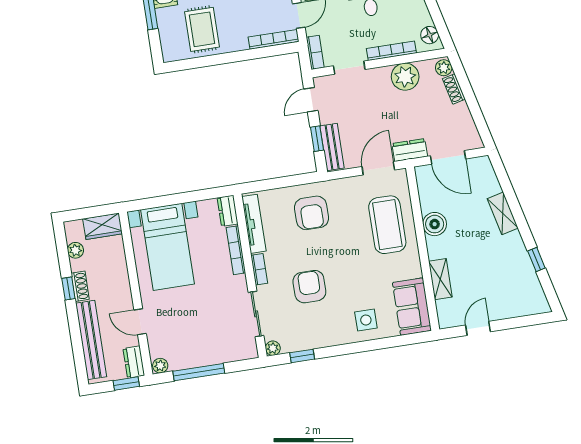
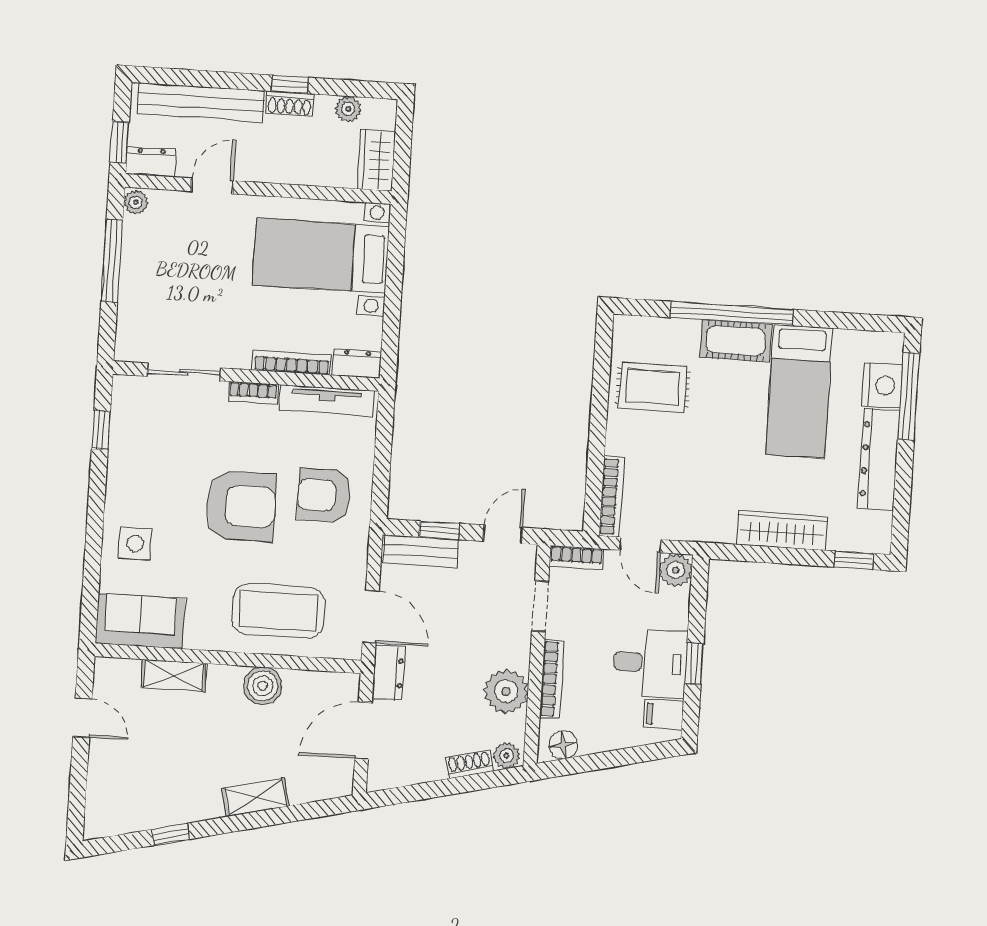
door: (311, 100) -> (503, 534), hinge flipped
armchair: (309, 287) -> (241, 506), moved, width x1.36, depth x1.36
plant: (273, 348) -> (124, 386), removed

